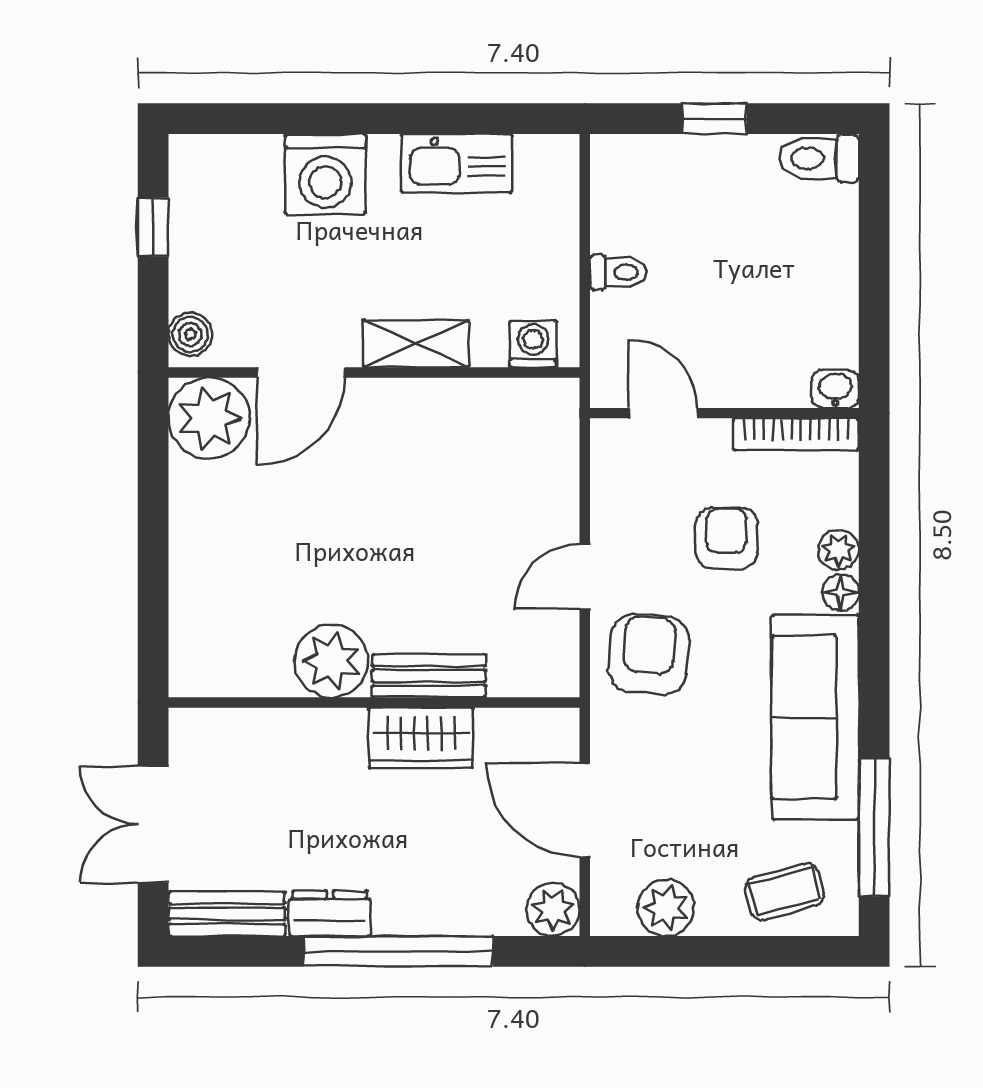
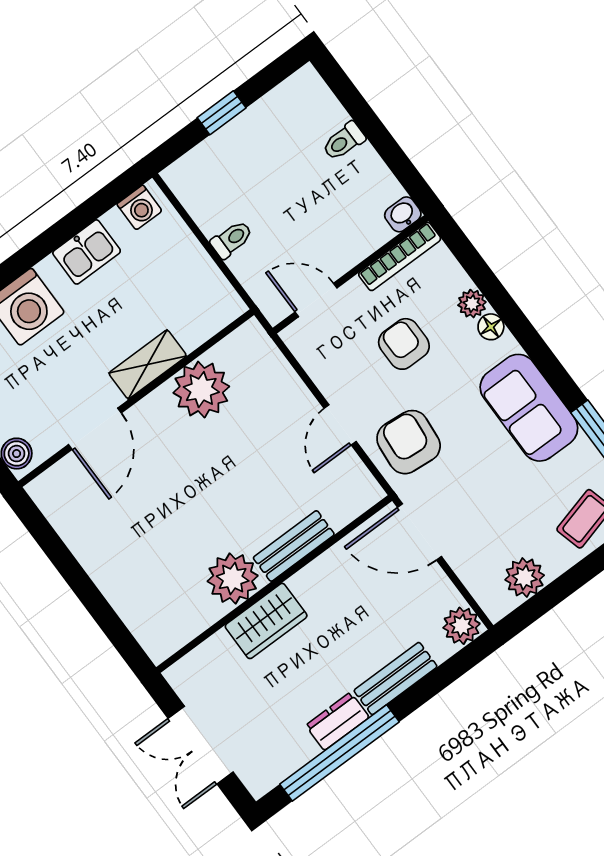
toilet: (819, 158) -> (344, 141), moved, width x0.73, depth x0.72
kitchen sink: (457, 163) -> (87, 252), width x0.73
washing machine: (533, 344) -> (140, 208), moved, turned 180
plant: (209, 418) -> (201, 390), moved
sofa: (815, 717) -> (529, 408), width x0.73
wardrobe: (421, 738) -> (266, 621), moved
door: (585, 810) -> (420, 532), moved
bench: (227, 914) -> (396, 679), moved
window: (398, 951) -> (339, 753), moved

